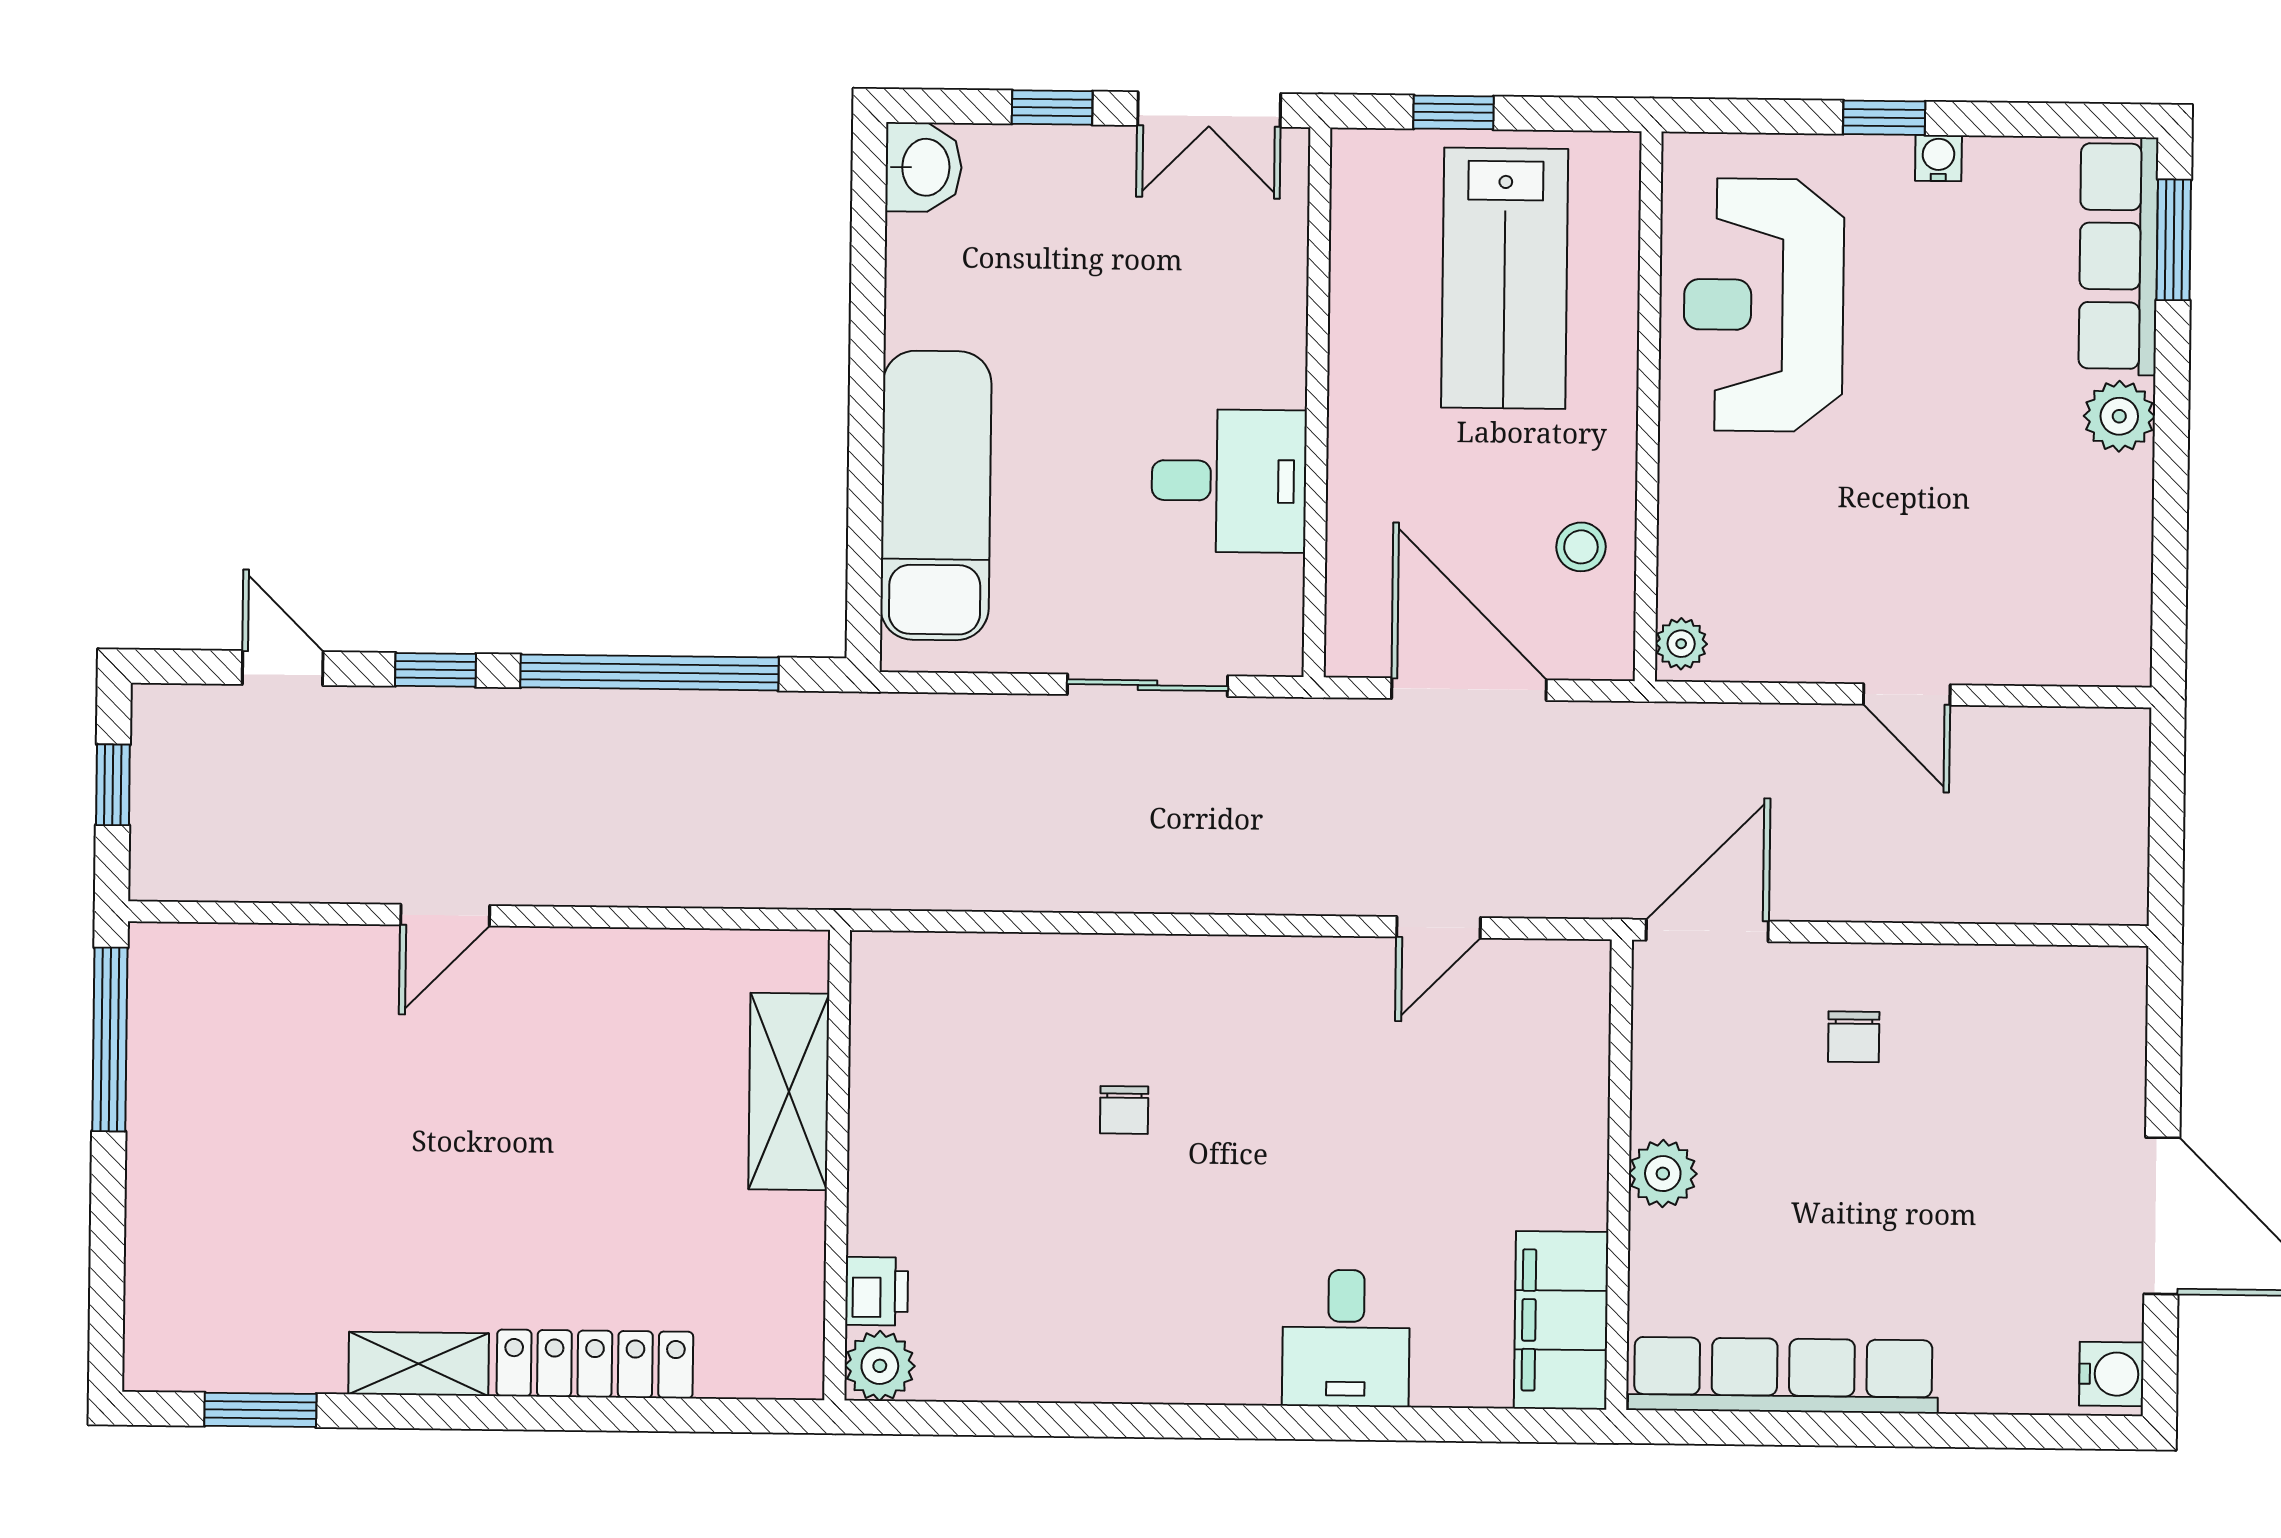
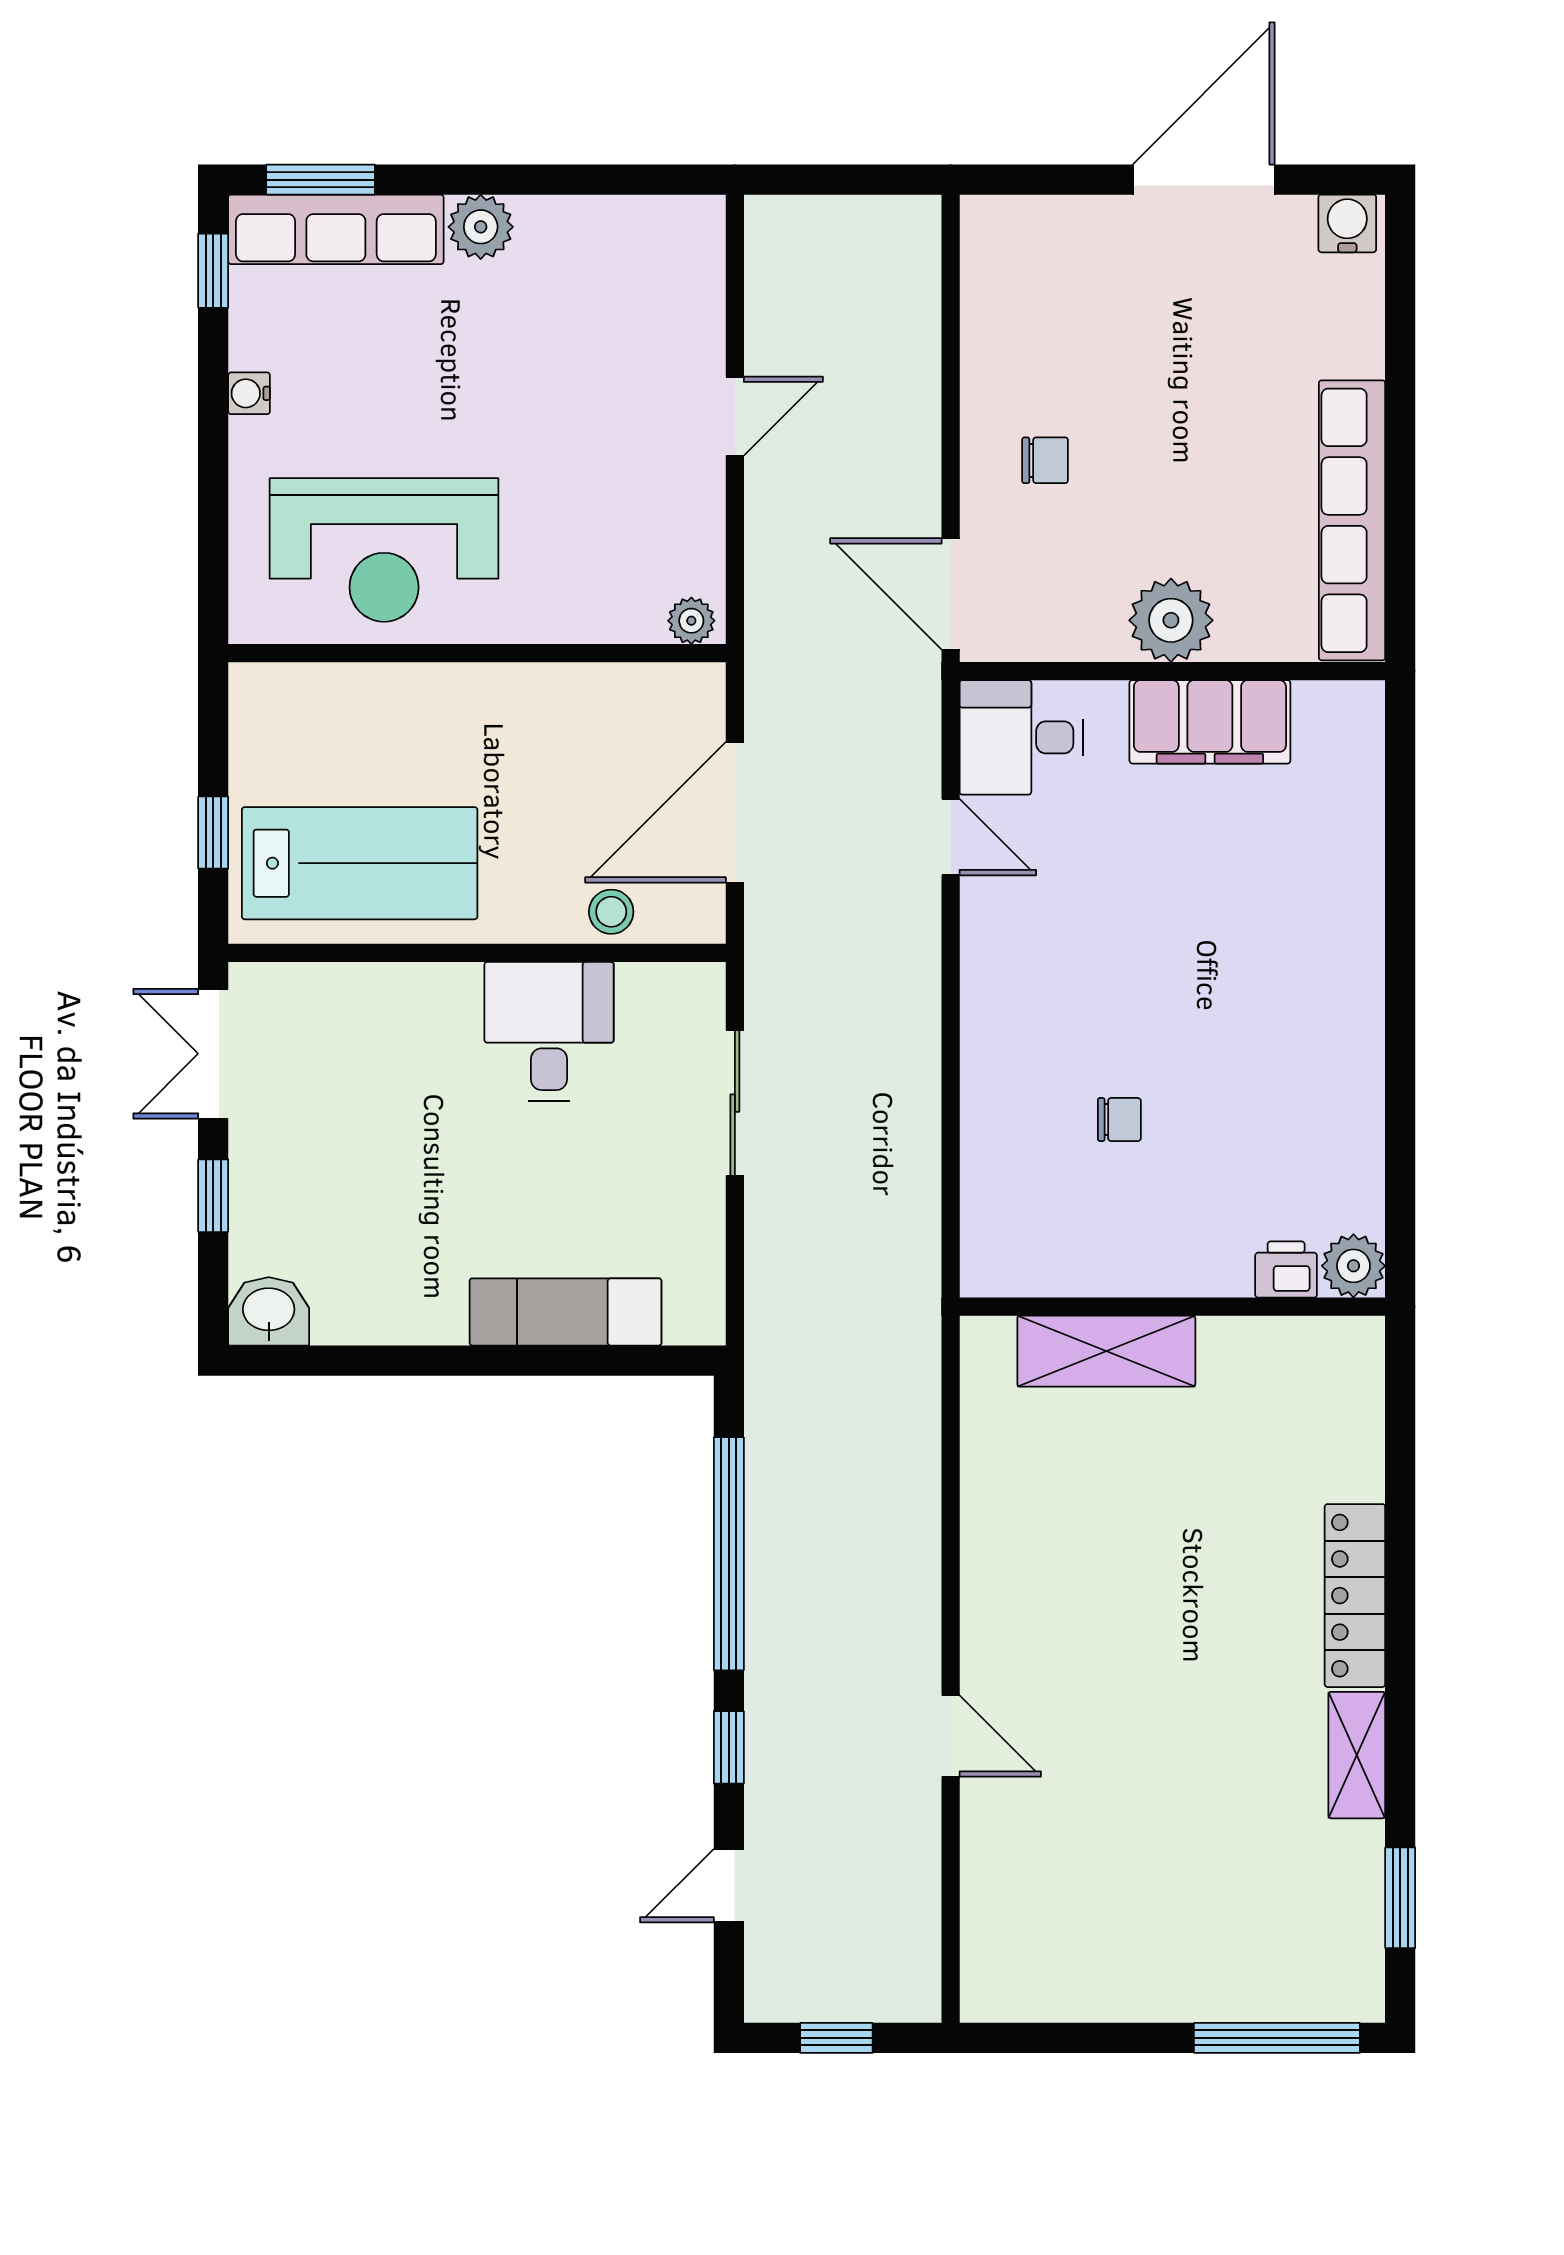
double door: (1209, 109) -> (213, 1054), swing flipped
window: (1884, 118) -> (213, 271), moved
lab bench: (1505, 278) -> (360, 863), moved
exam couch: (936, 495) -> (565, 1312), width x0.73, depth x0.69
stool: (1581, 547) -> (611, 912), moved
window: (110, 1039) -> (1277, 2038), moved
shelving: (789, 1091) -> (1106, 1351), moved
wall: (837, 1165) -> (1172, 1307), moved
plant: (1663, 1174) -> (1171, 620), width x1.36, depth x1.36
printer: (877, 1291) -> (1286, 1270), moved
filing cabinet: (1561, 1320) -> (1210, 722), moved
desk: (1346, 1338) -> (1021, 737), moved, turned 180
plant: (880, 1366) -> (1353, 1266), moved

